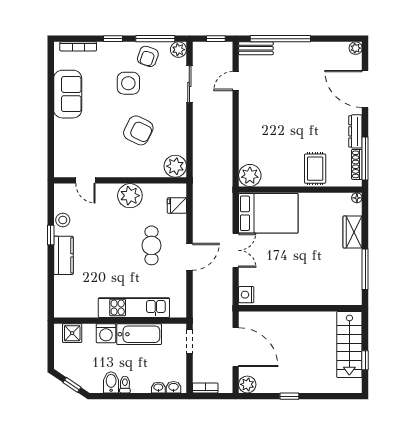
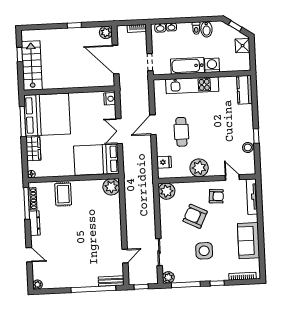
armchair: (148, 56) -> (216, 196), moved, turned 75
door: (365, 89) -> (29, 255), width x0.53
tv unit: (60, 153) -> (252, 197), added
kitchen counter: (63, 255) -> (245, 90), moved
bed: (332, 277) -> (47, 115), added
shower: (72, 333) -> (243, 46), moved

